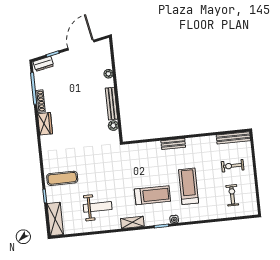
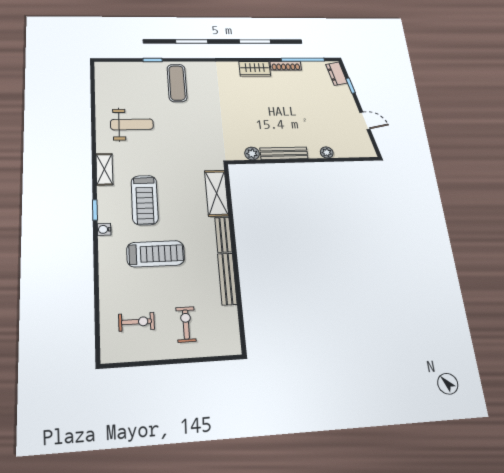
door: (81, 45) -> (365, 121), width x0.53
bench: (233, 138) -> (227, 279), moved
weight bench: (98, 207) -> (132, 124), turned -90
shelving: (55, 219) -> (217, 193), moved, turned 90

